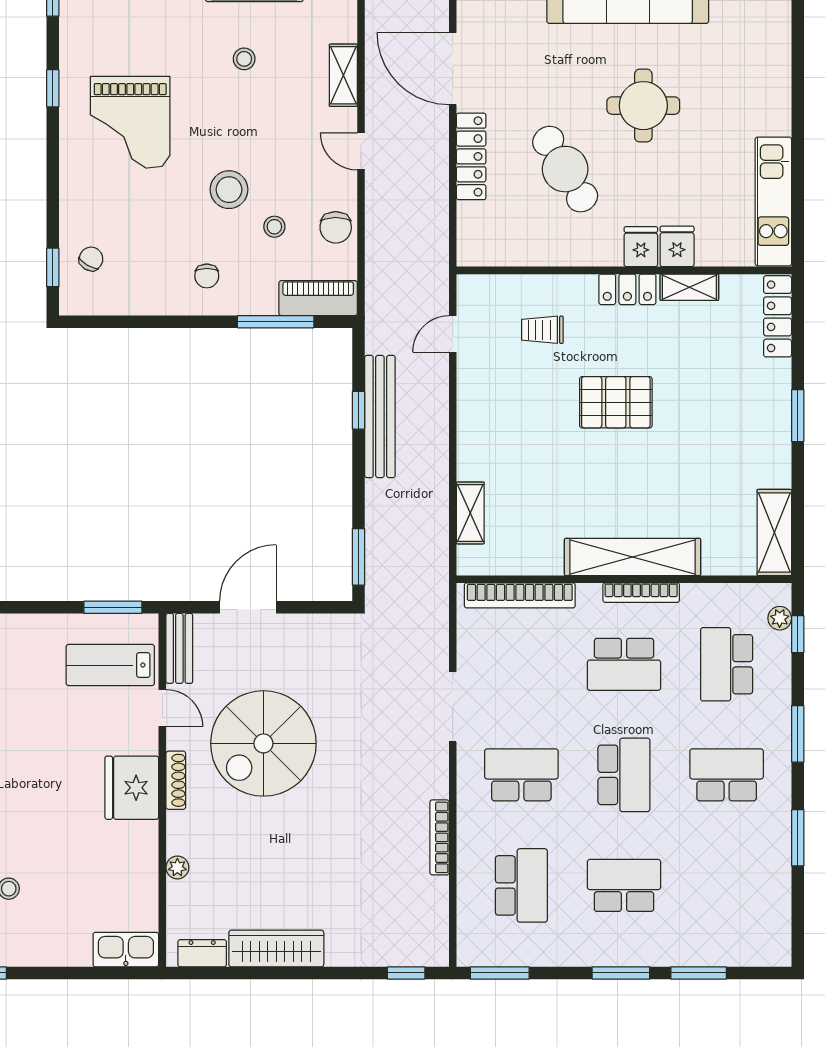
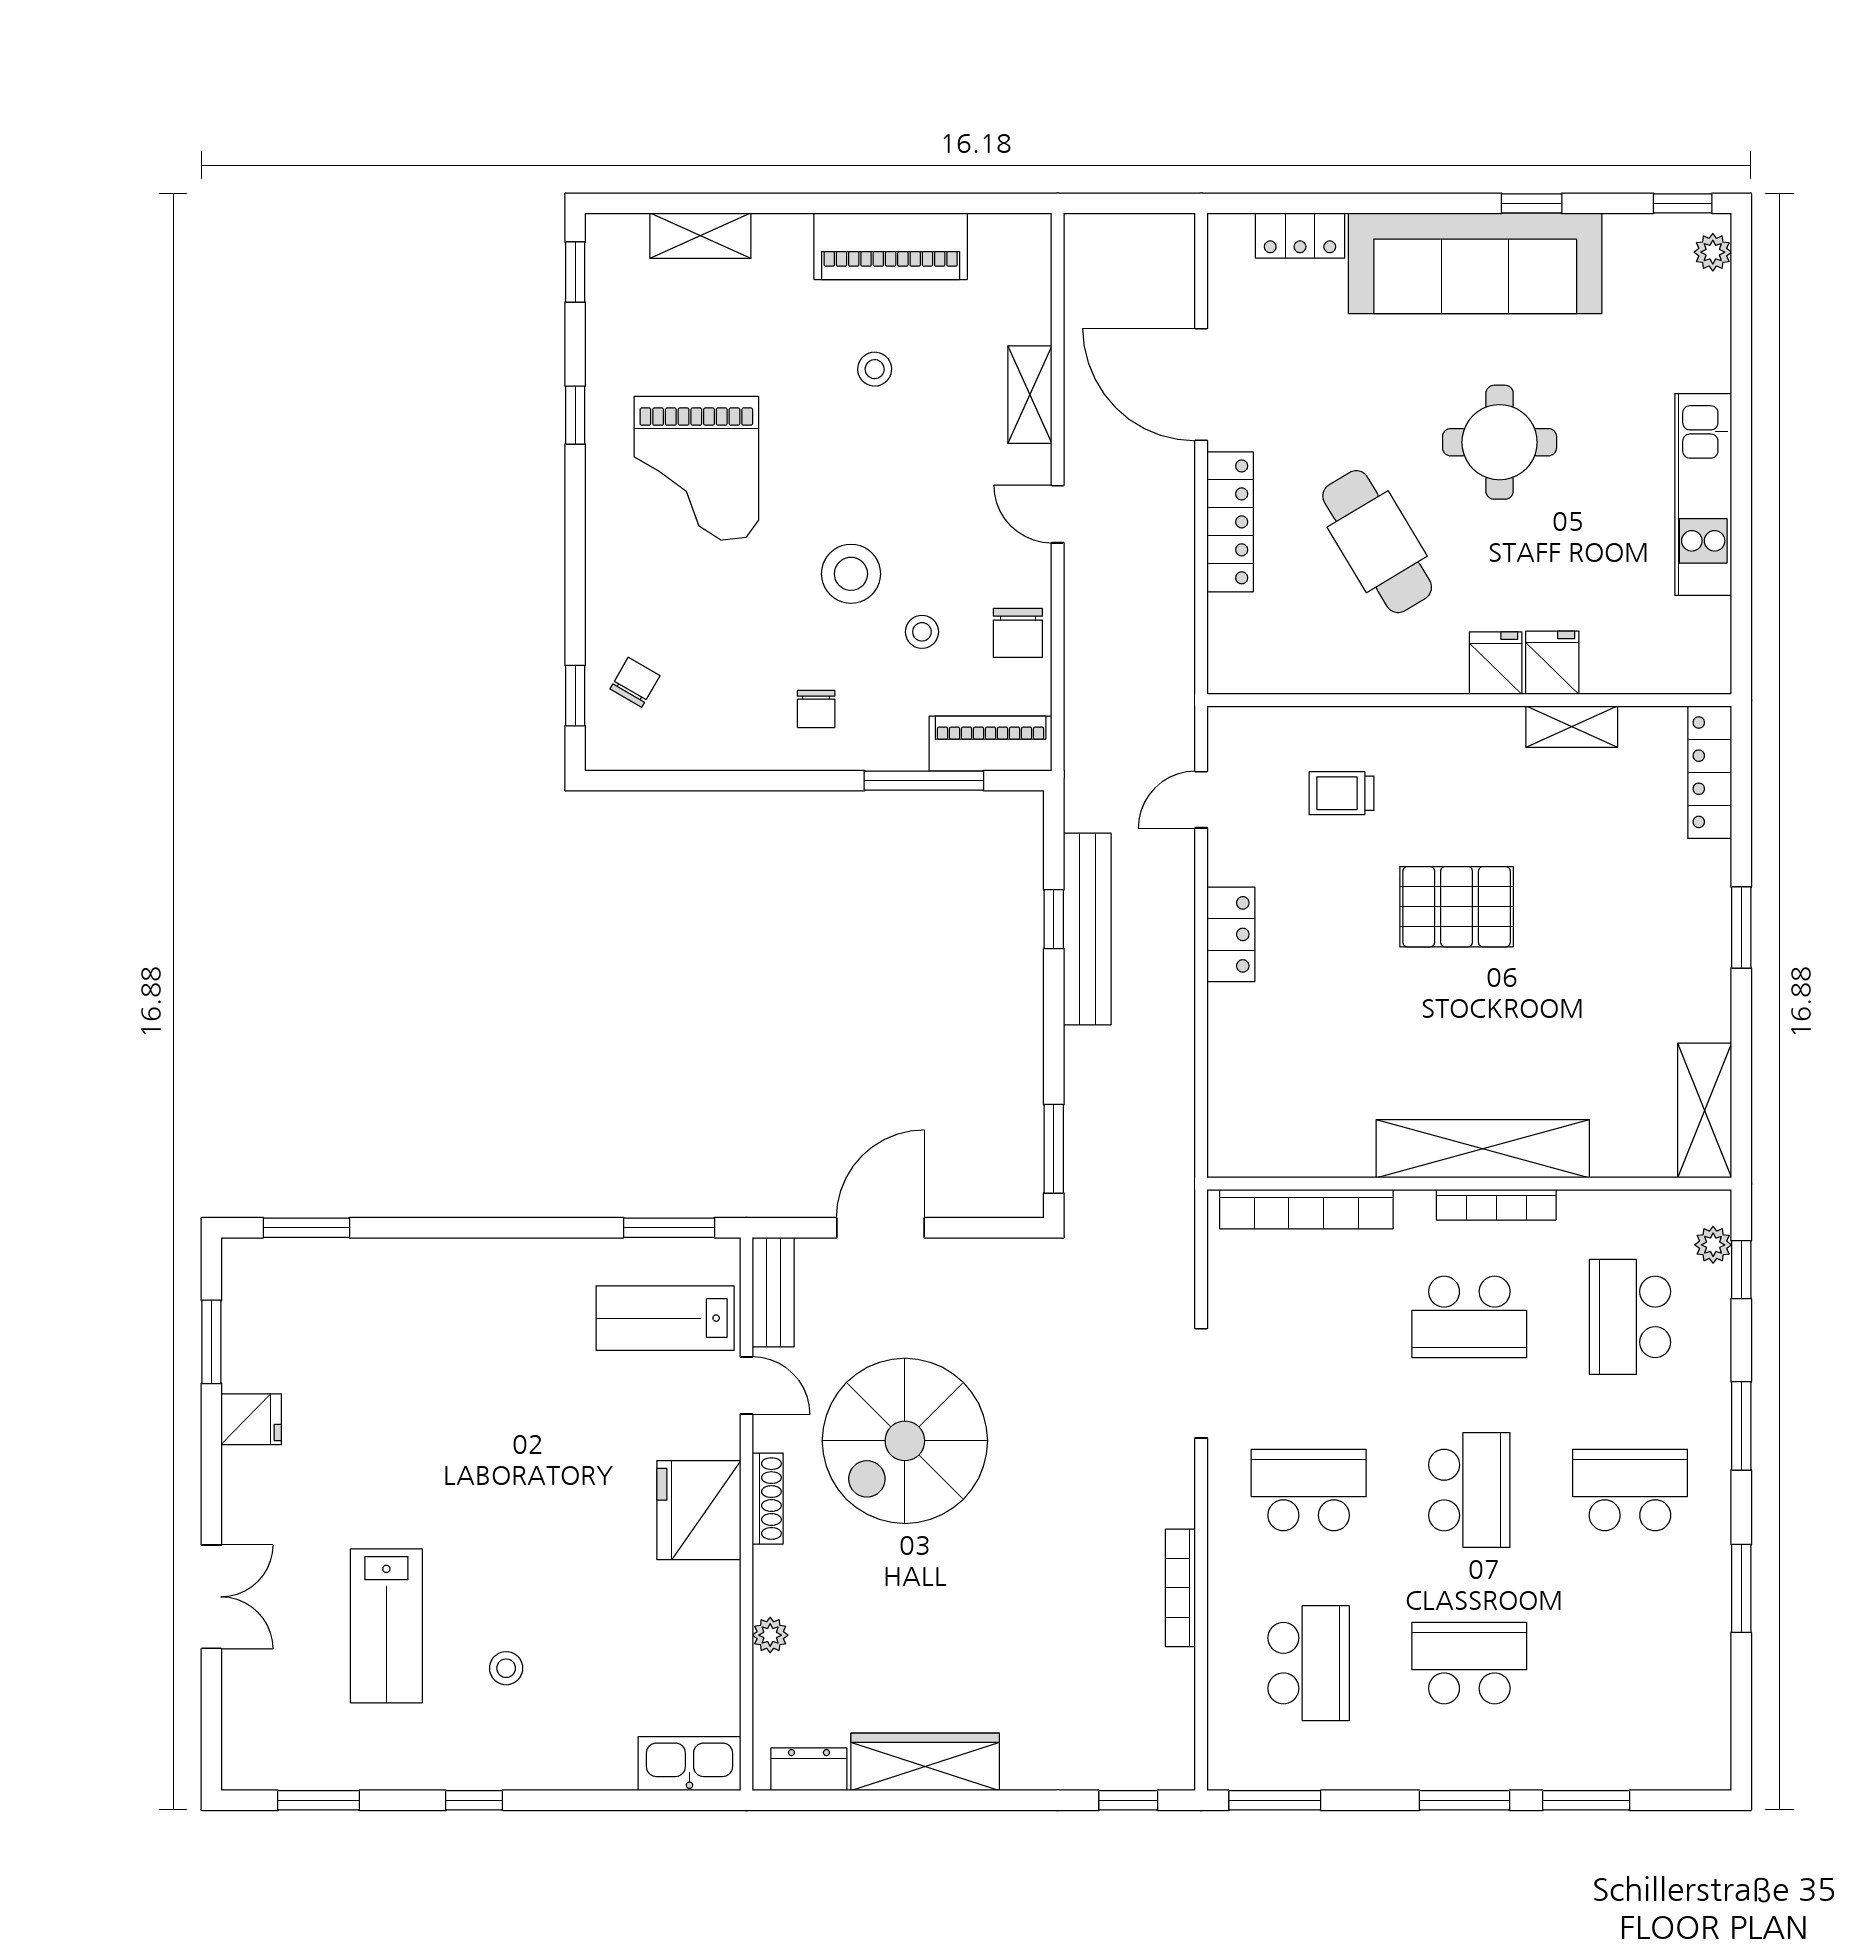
kitchen unit: (773, 202) -> (1703, 494), moved
locker: (627, 289) -> (1231, 934), moved, turned -90
shelving: (470, 513) -> (1229, 1080), removed

